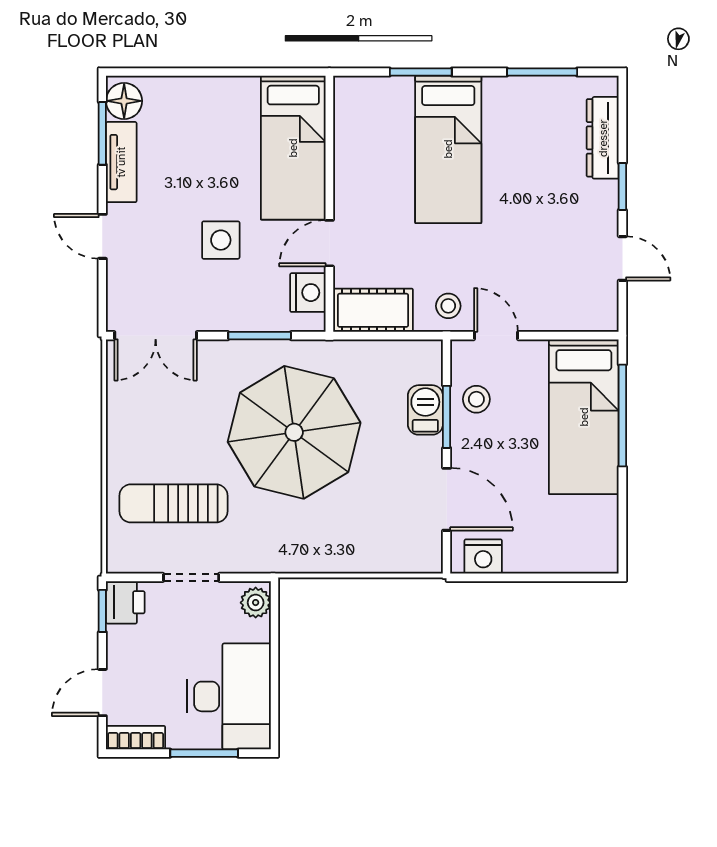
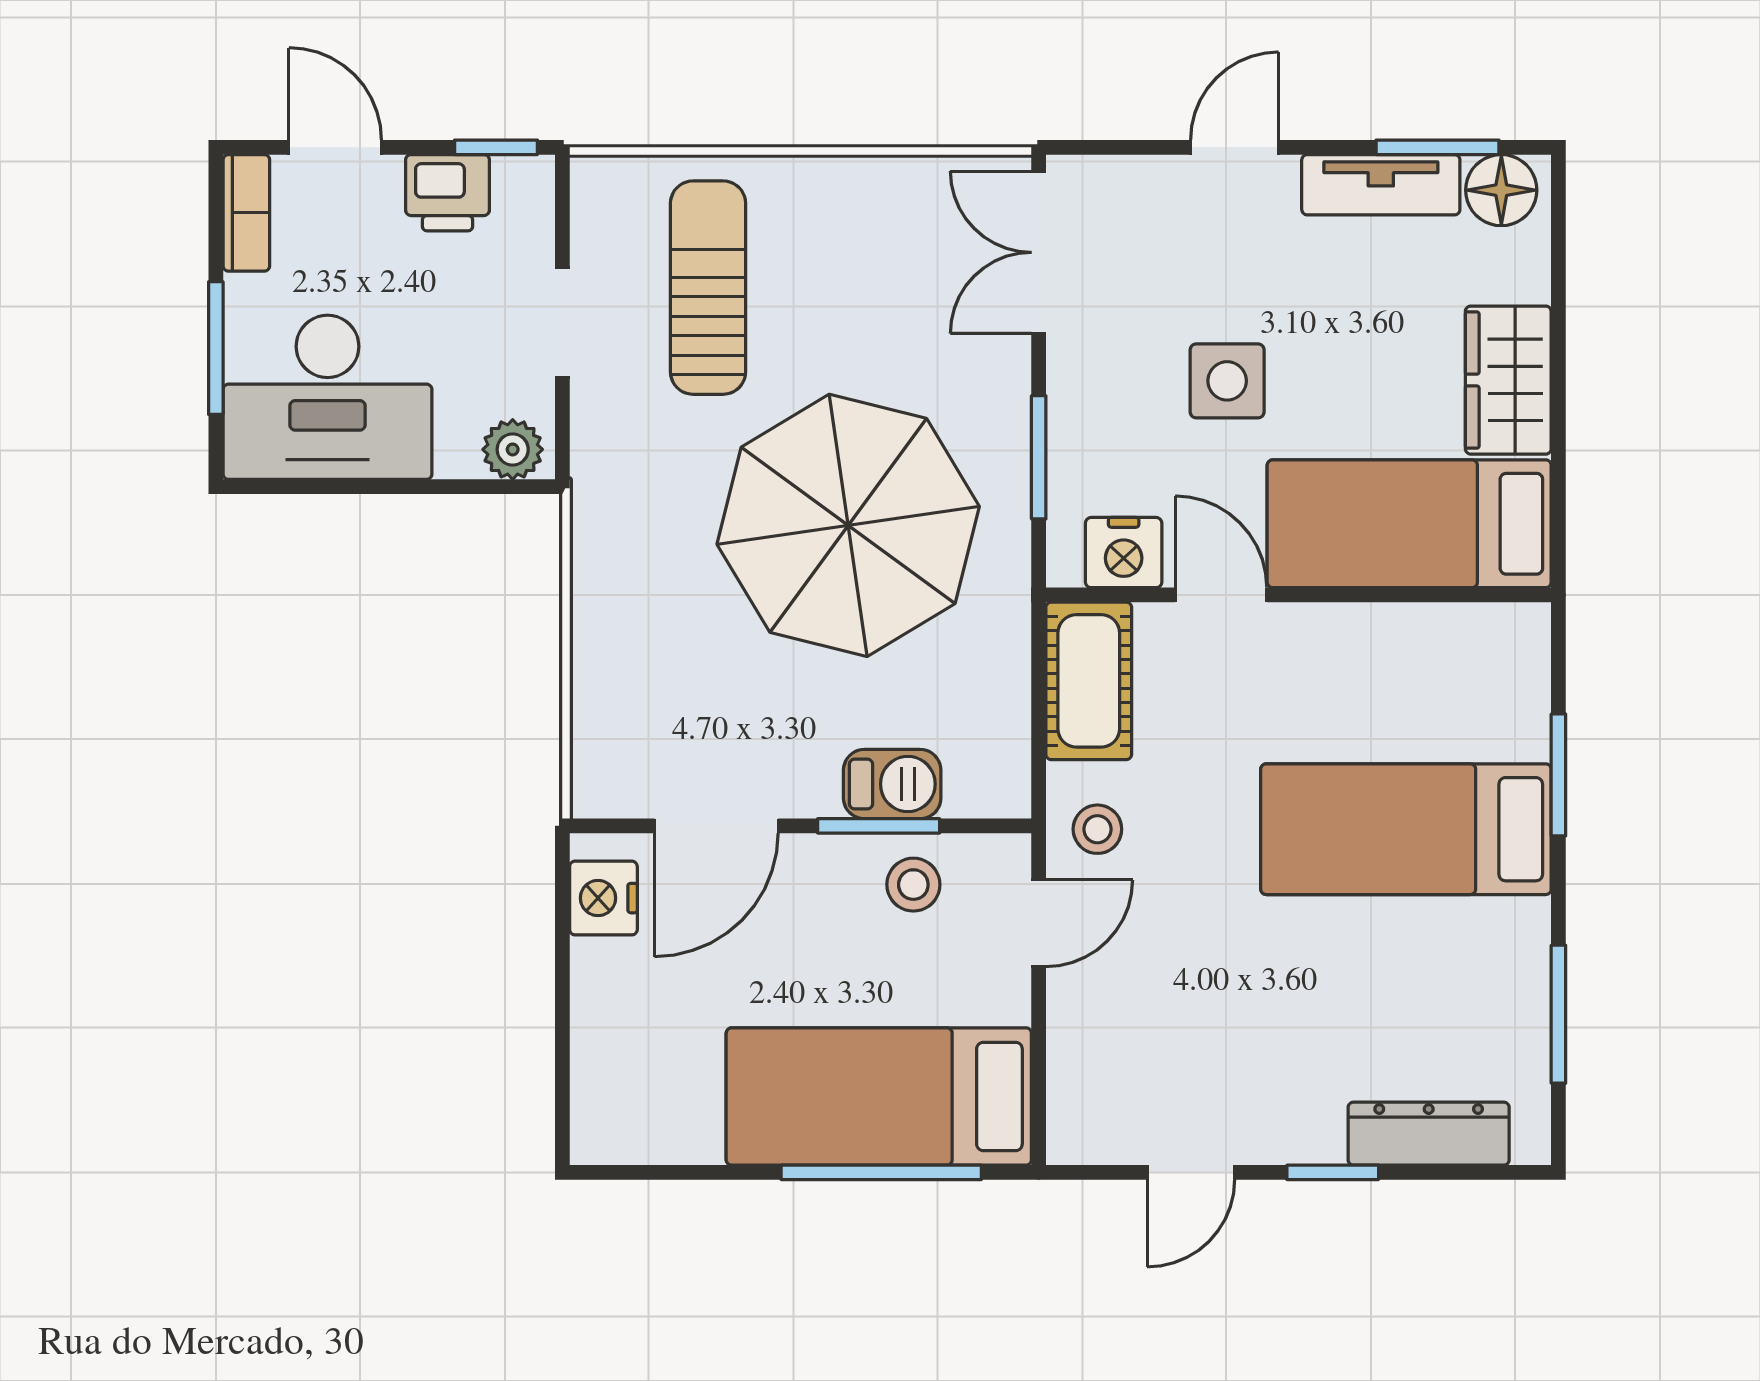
wardrobe: (220, 97) -> (1508, 380), added
printer: (125, 602) -> (447, 193), moved

